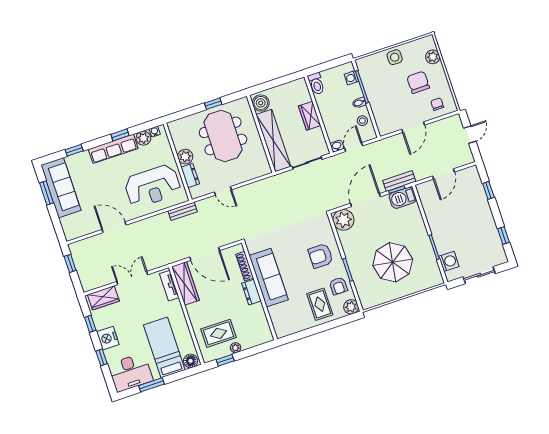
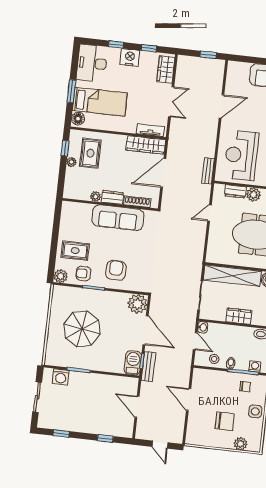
chair: (437, 104) -> (245, 387), moved
plant: (258, 309) -> (96, 197), added
window: (152, 385) -> (71, 91), moved

